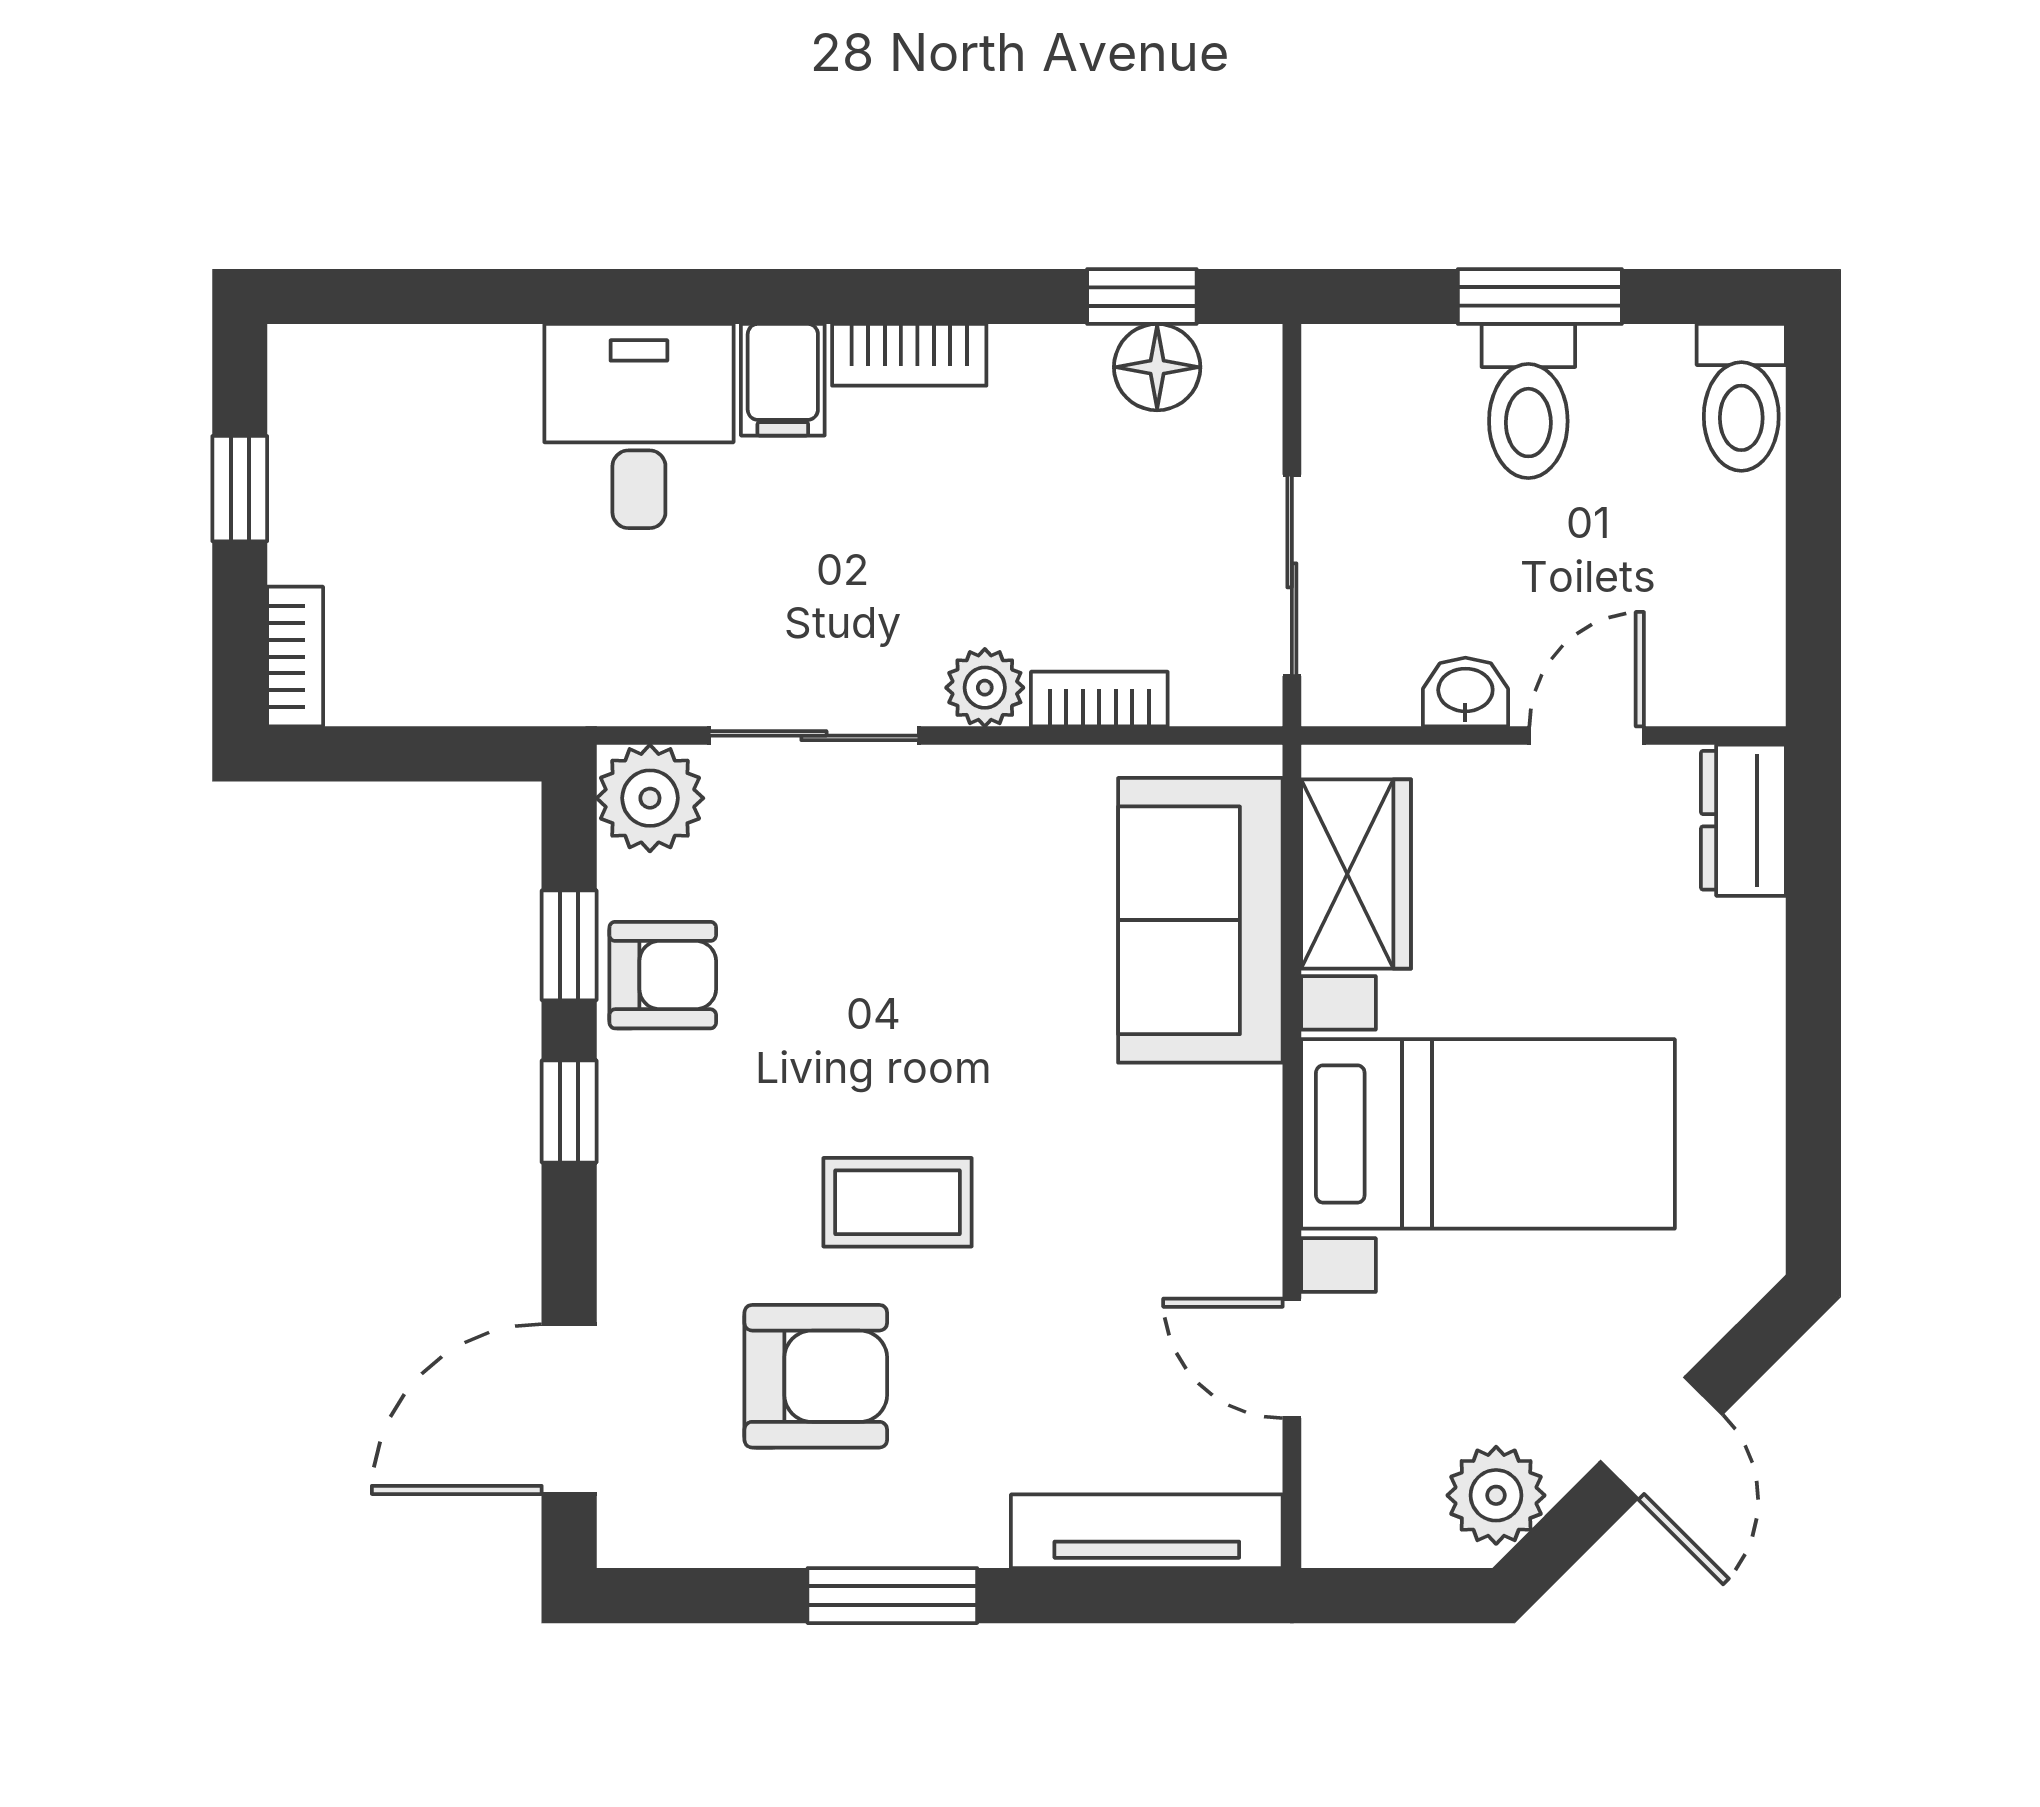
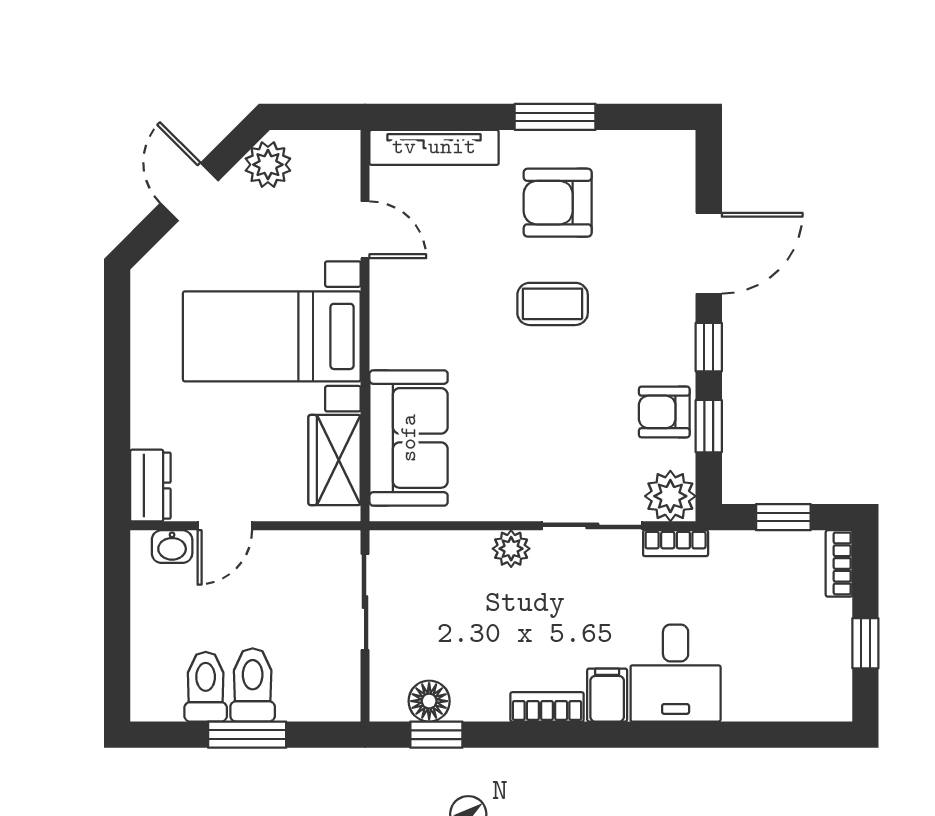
toilet: (1741, 397) -> (206, 687), moved
washbasin: (1465, 692) -> (172, 547), moved
bookcase: (1099, 699) -> (676, 543), moved
window: (412, 754) -> (783, 517), added
armchair: (816, 1376) -> (558, 203), moved
door: (569, 1409) -> (709, 253), moved

